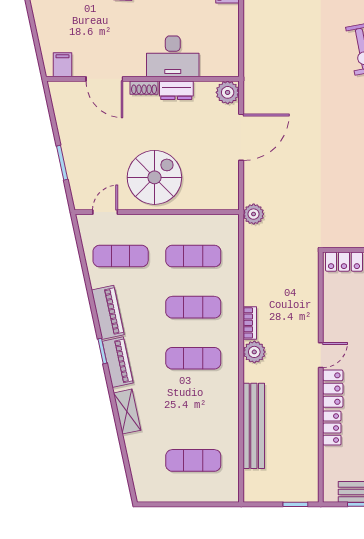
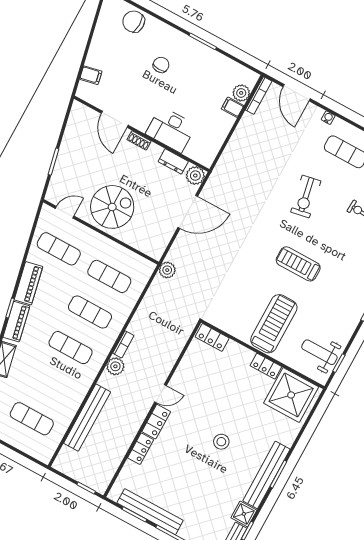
filing cabinet: (62, 65) -> (91, 75), moved, turned 78
dresser: (176, 90) -> (173, 161), moved

